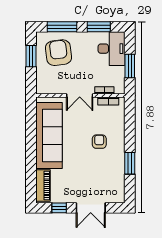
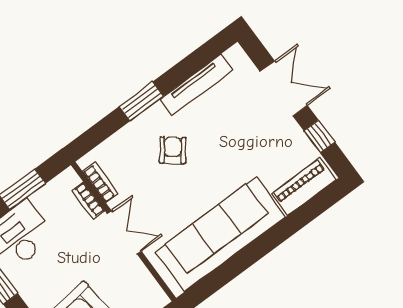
armchair: (99, 142) -> (173, 150), turned 128
window: (130, 163) -> (142, 101), moved
tv unit: (119, 172) -> (197, 85), added

